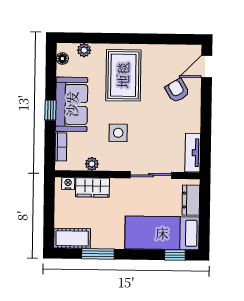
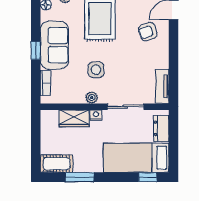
armchair: (177, 91) -> (148, 32), turned -77
plant: (92, 164) -> (92, 98), moved
nightstand: (68, 183) -> (96, 115), moved

